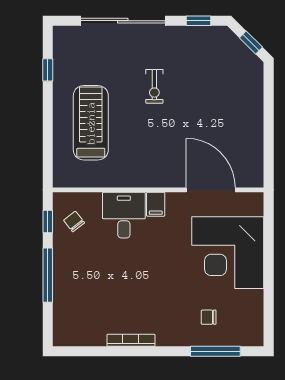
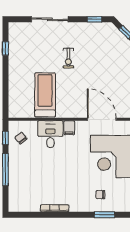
sliding door: (123, 21) -> (50, 19), width x0.73
treadmill: (91, 123) -> (45, 95), moved
window: (215, 351) -> (105, 215), width x0.69

